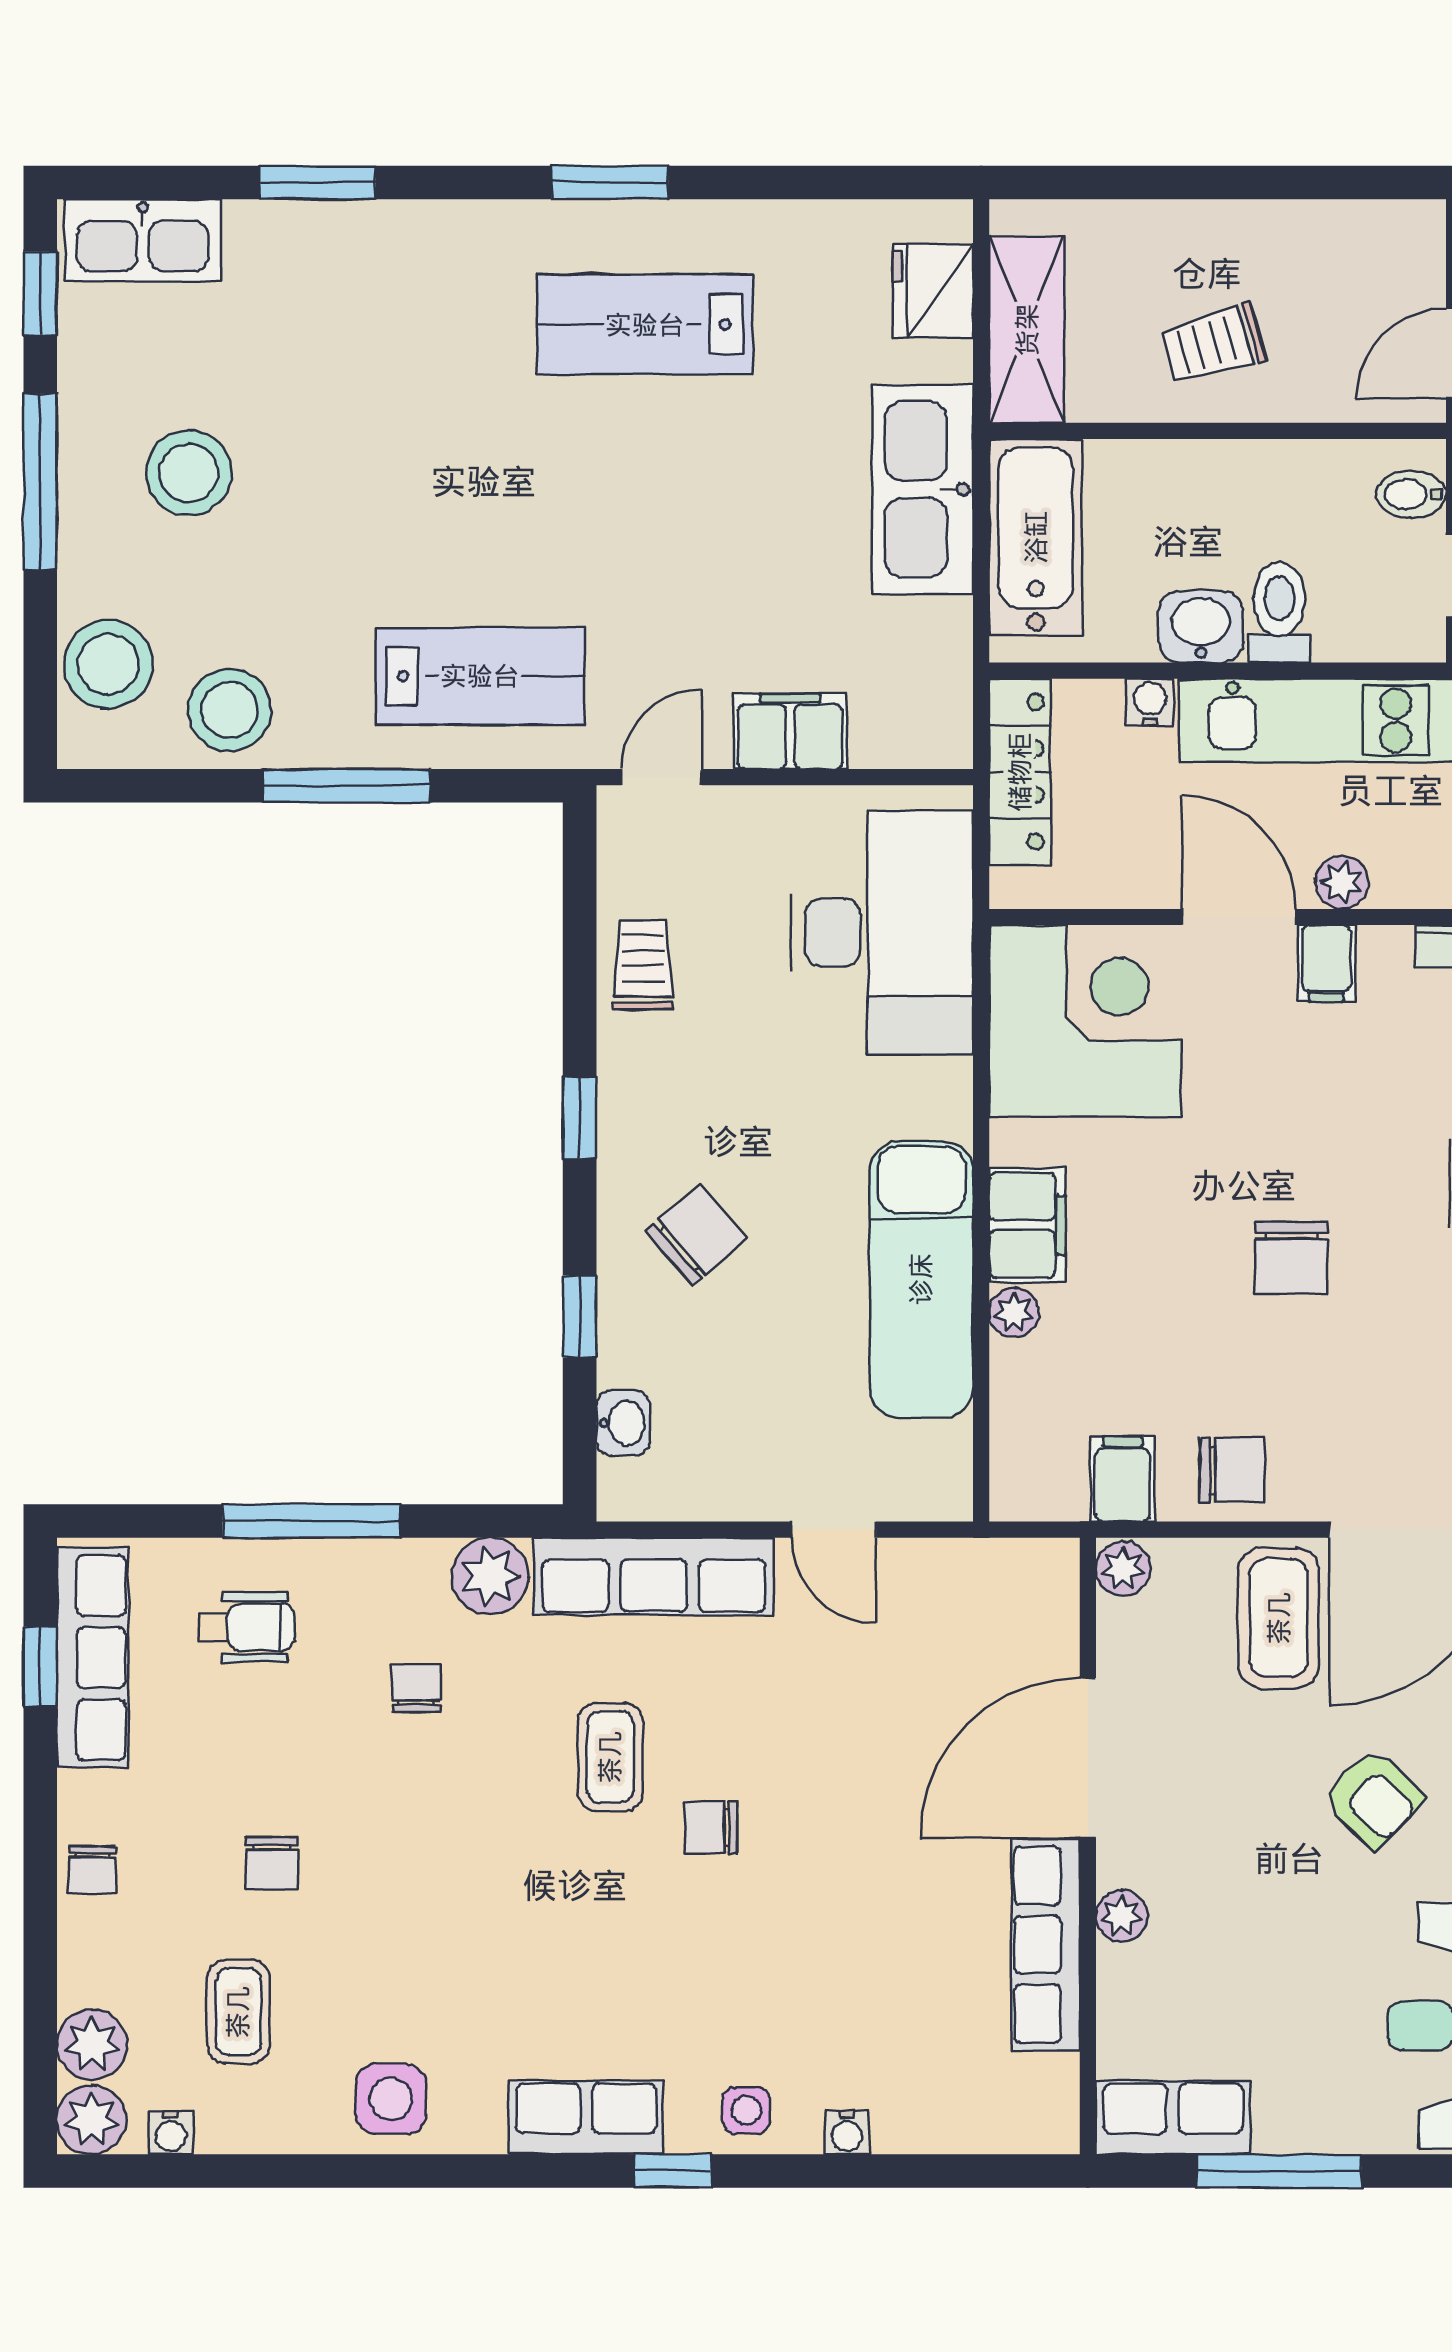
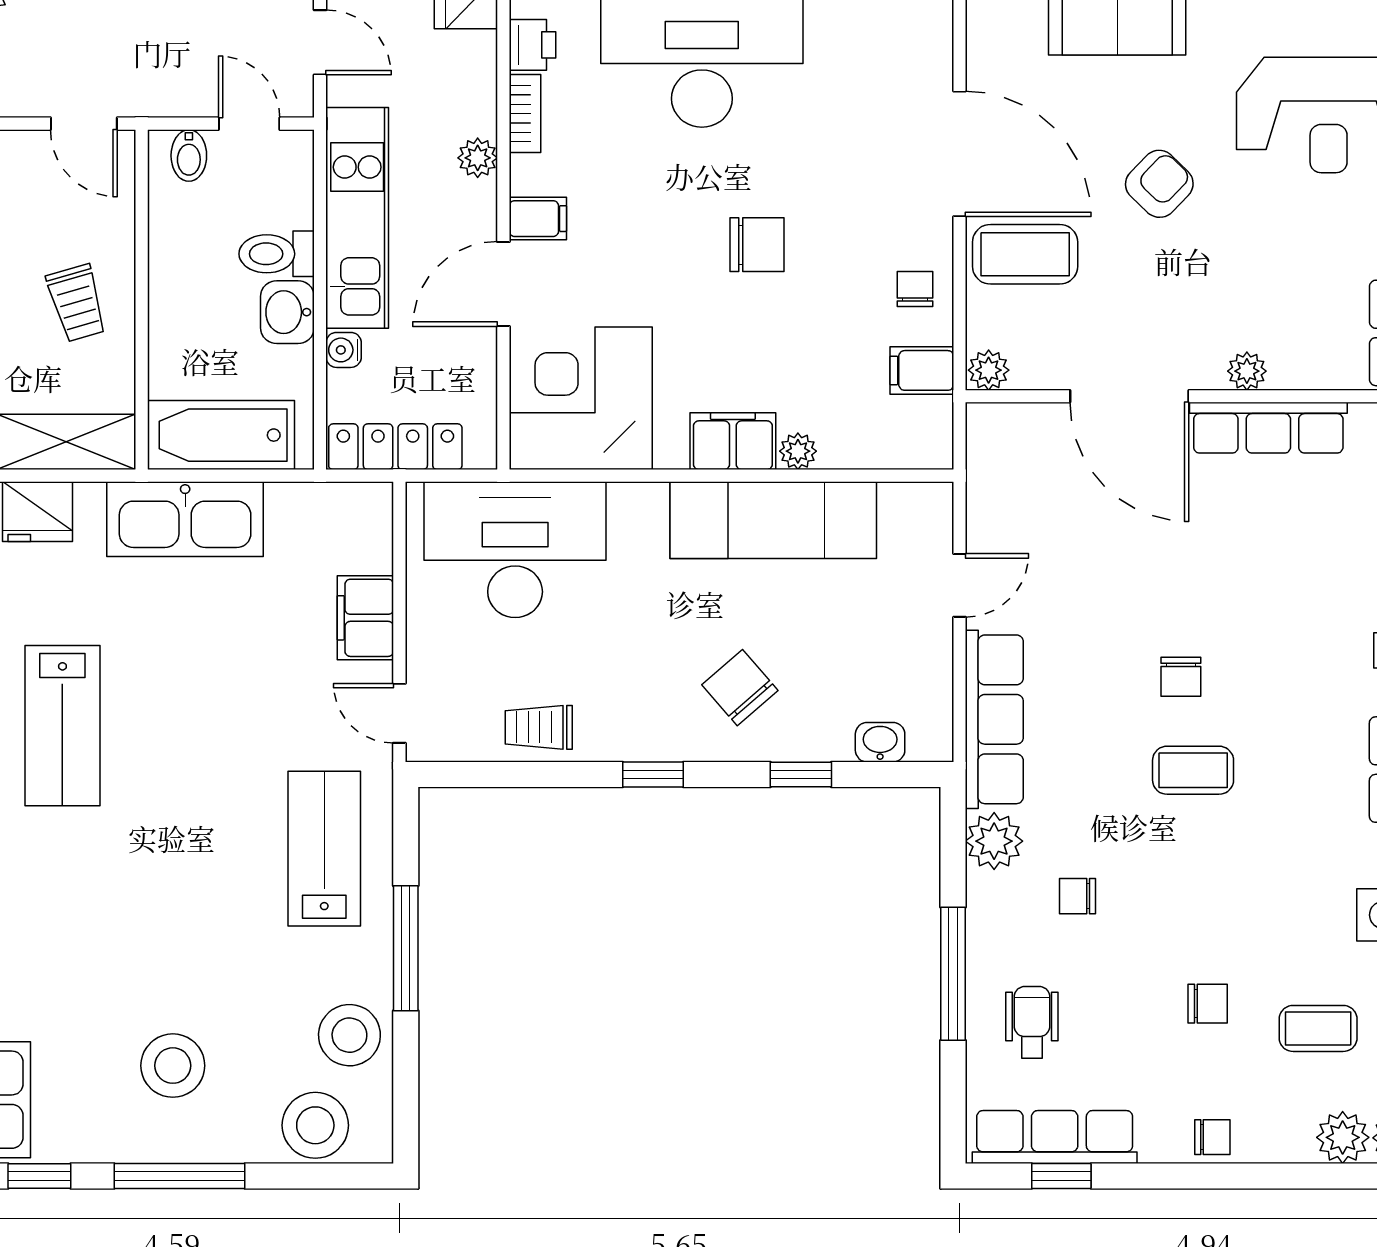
plant: (1342, 882) -> (478, 158), moved
chair: (1232, 1470) -> (915, 289), width x0.73, depth x0.73
coffee table: (610, 1757) -> (1193, 770), moved

